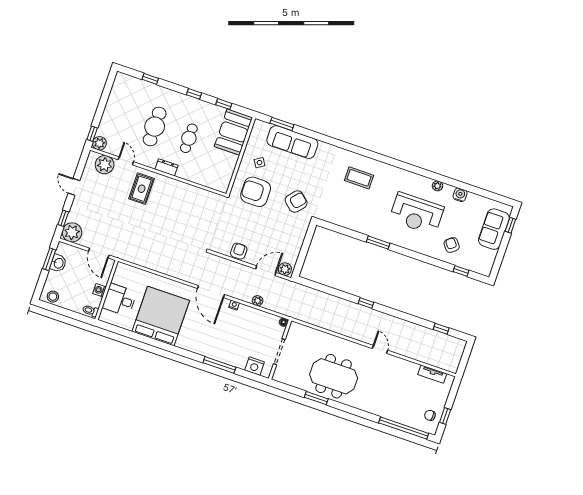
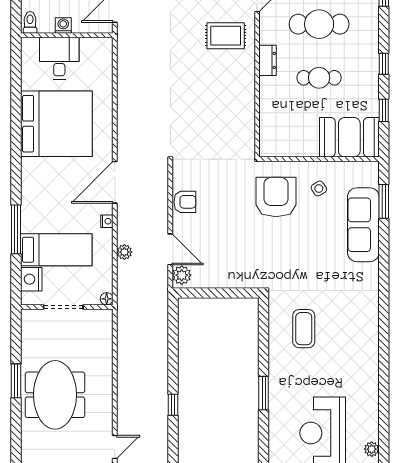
coffee table: (359, 178) -> (304, 329), moved
armchair: (296, 202) -> (282, 258), removed
bed: (241, 344) -> (56, 250), added

